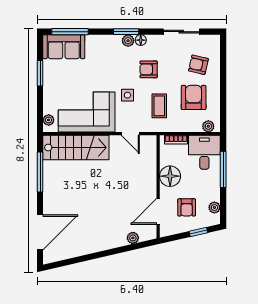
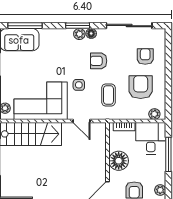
sliding door: (181, 32) -> (129, 26), width x1.37
armchair: (198, 65) -> (145, 57), turned 77

